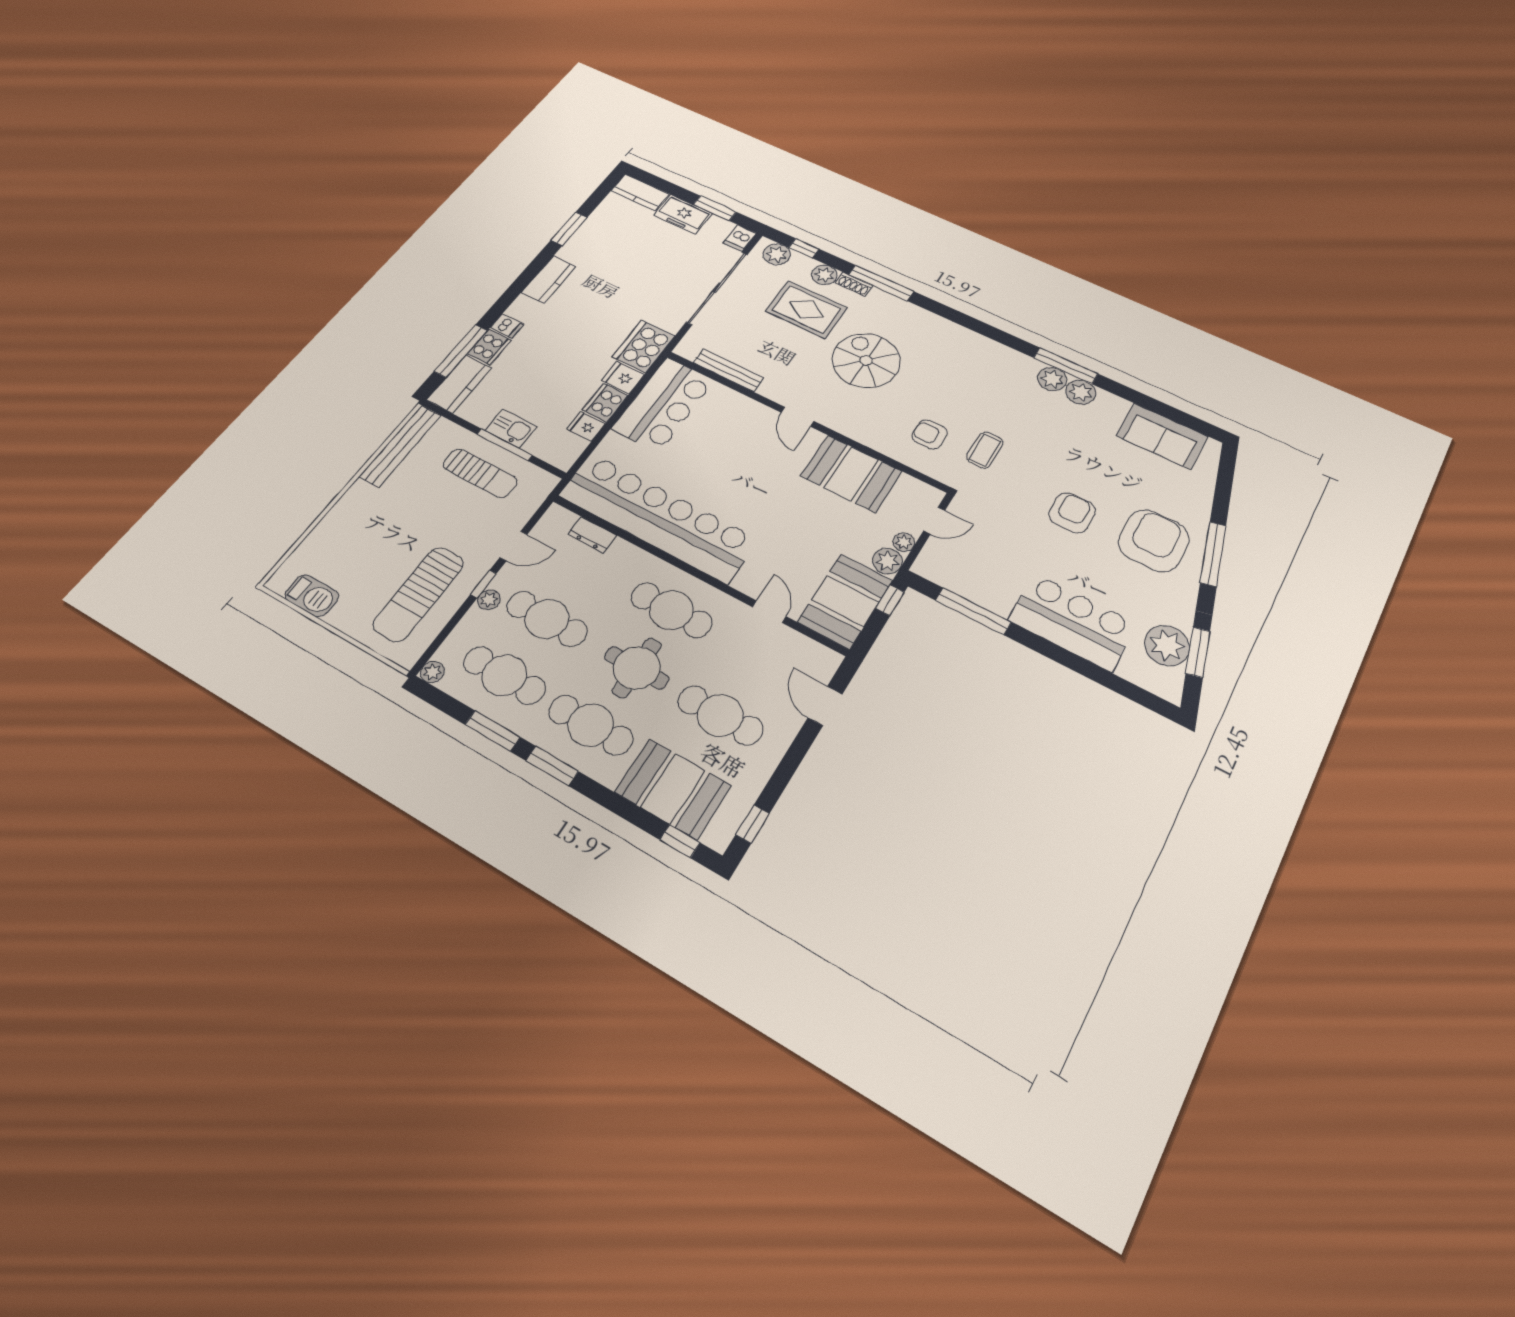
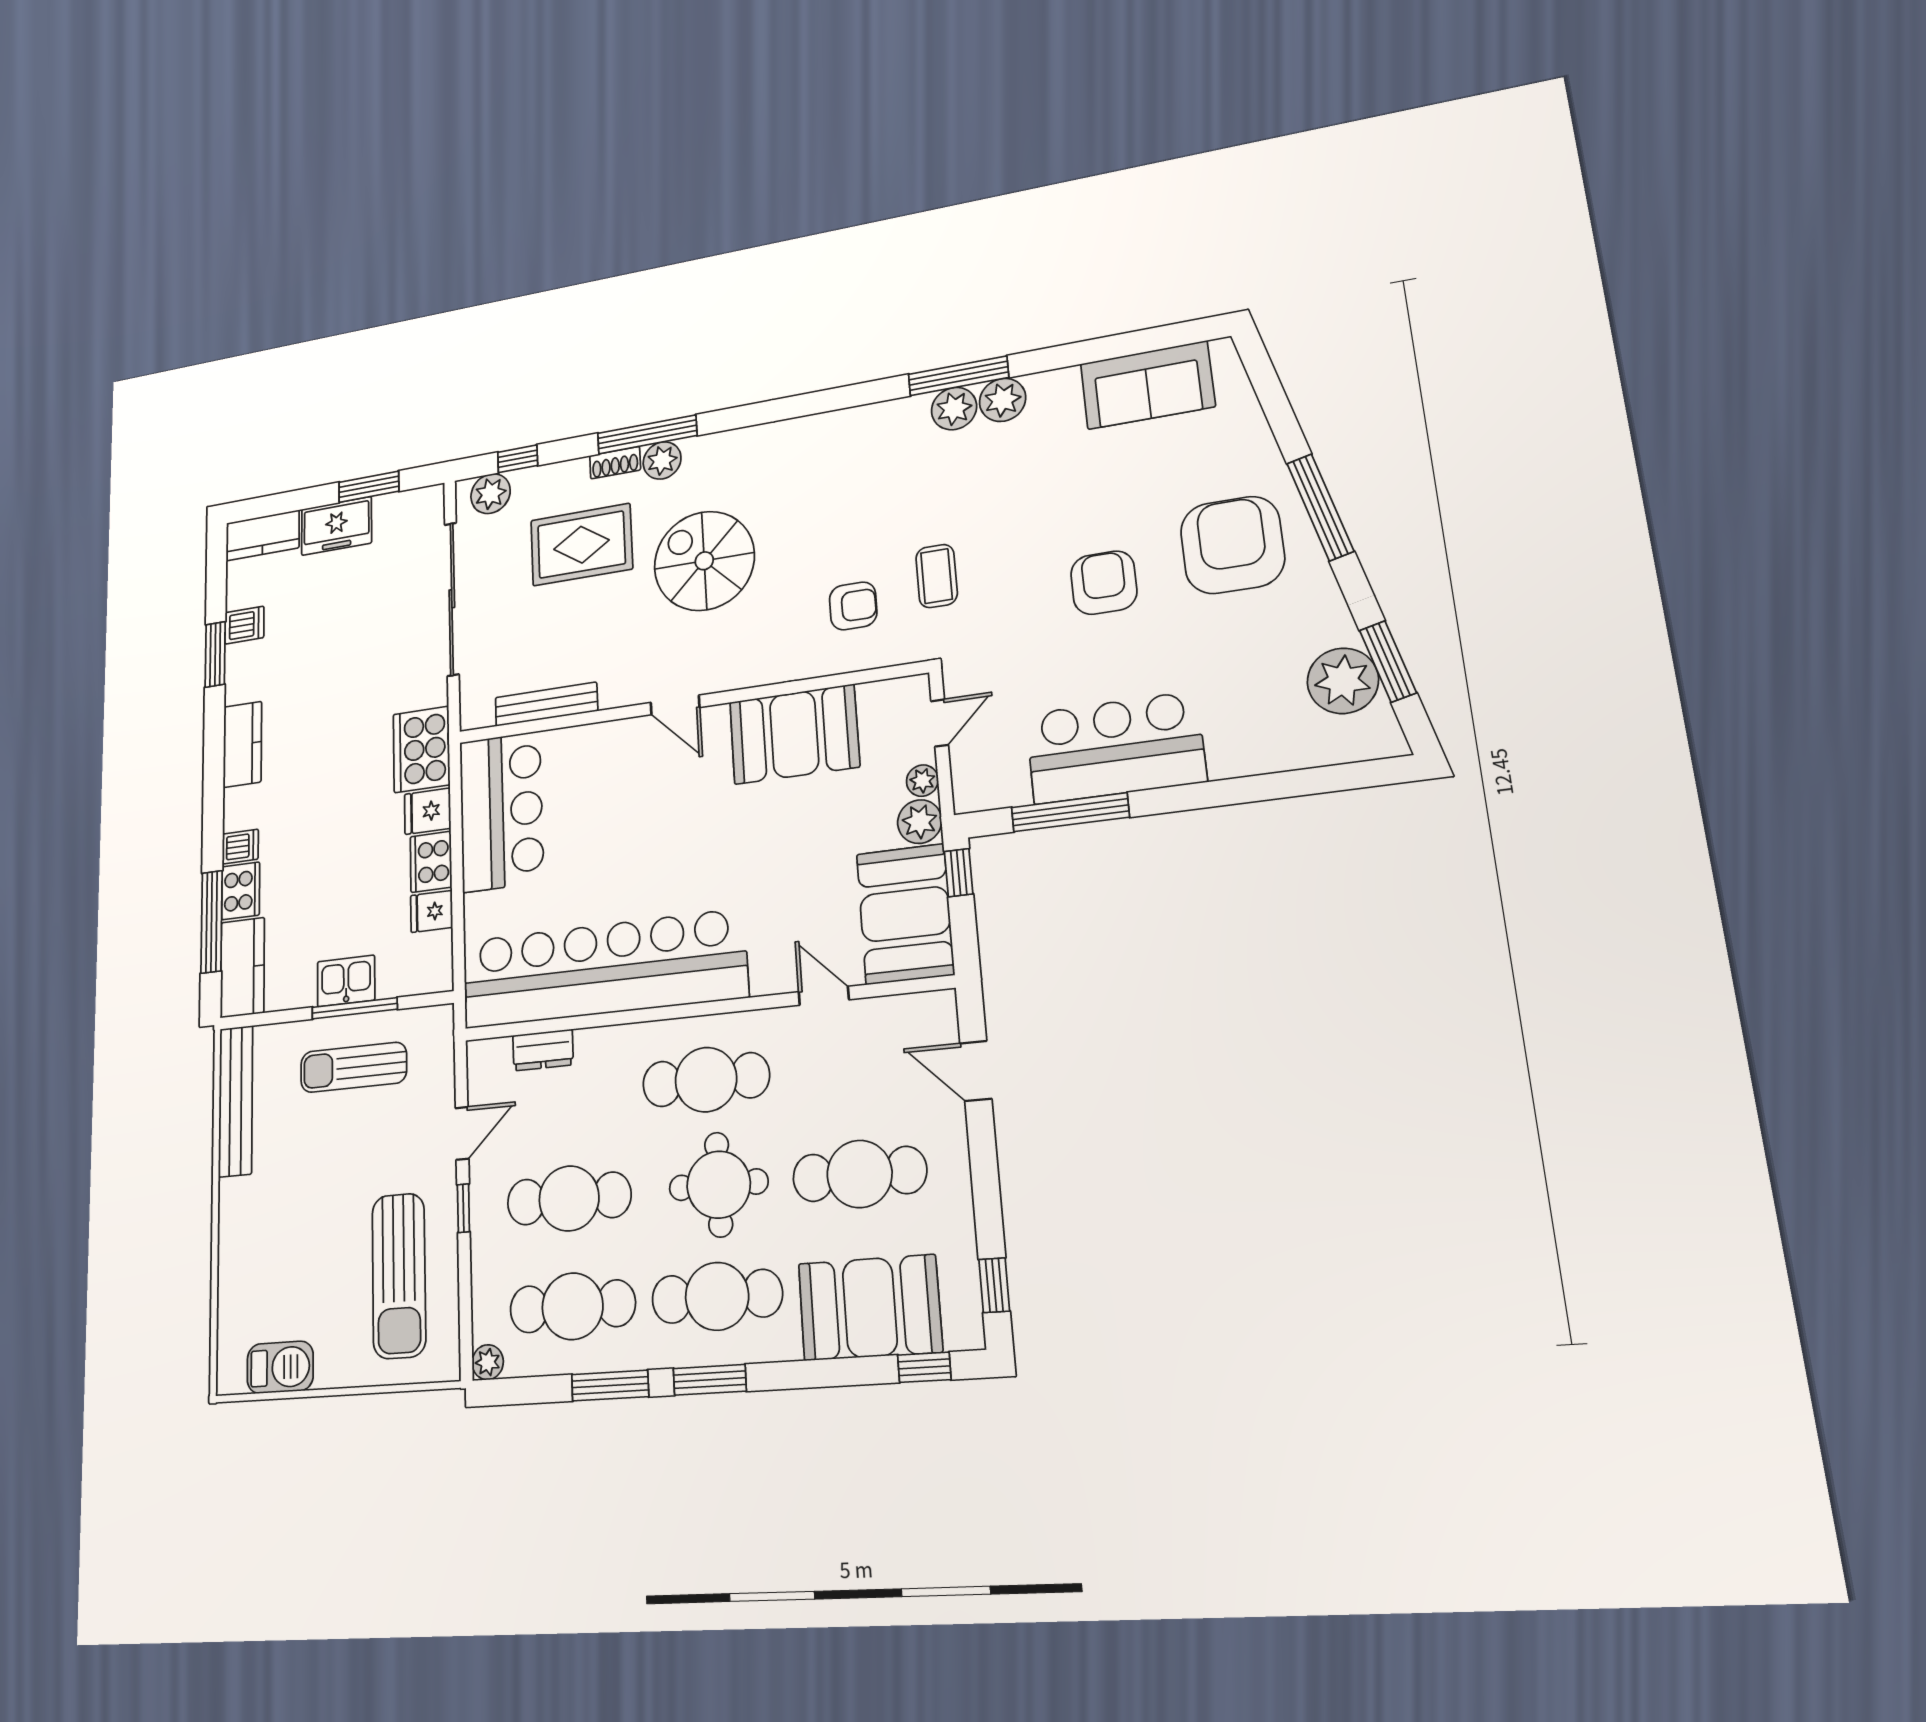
dishwasher: (740, 238) -> (244, 625), moved, turned -90
plant: (824, 275) -> (662, 460), moved
armchair: (930, 434) -> (853, 606), turned 180
sun lounger: (480, 473) -> (353, 1067), turned 180
plant: (489, 600) -> (484, 1224), removed
bar counter: (1072, 622) -> (1115, 748), moved

